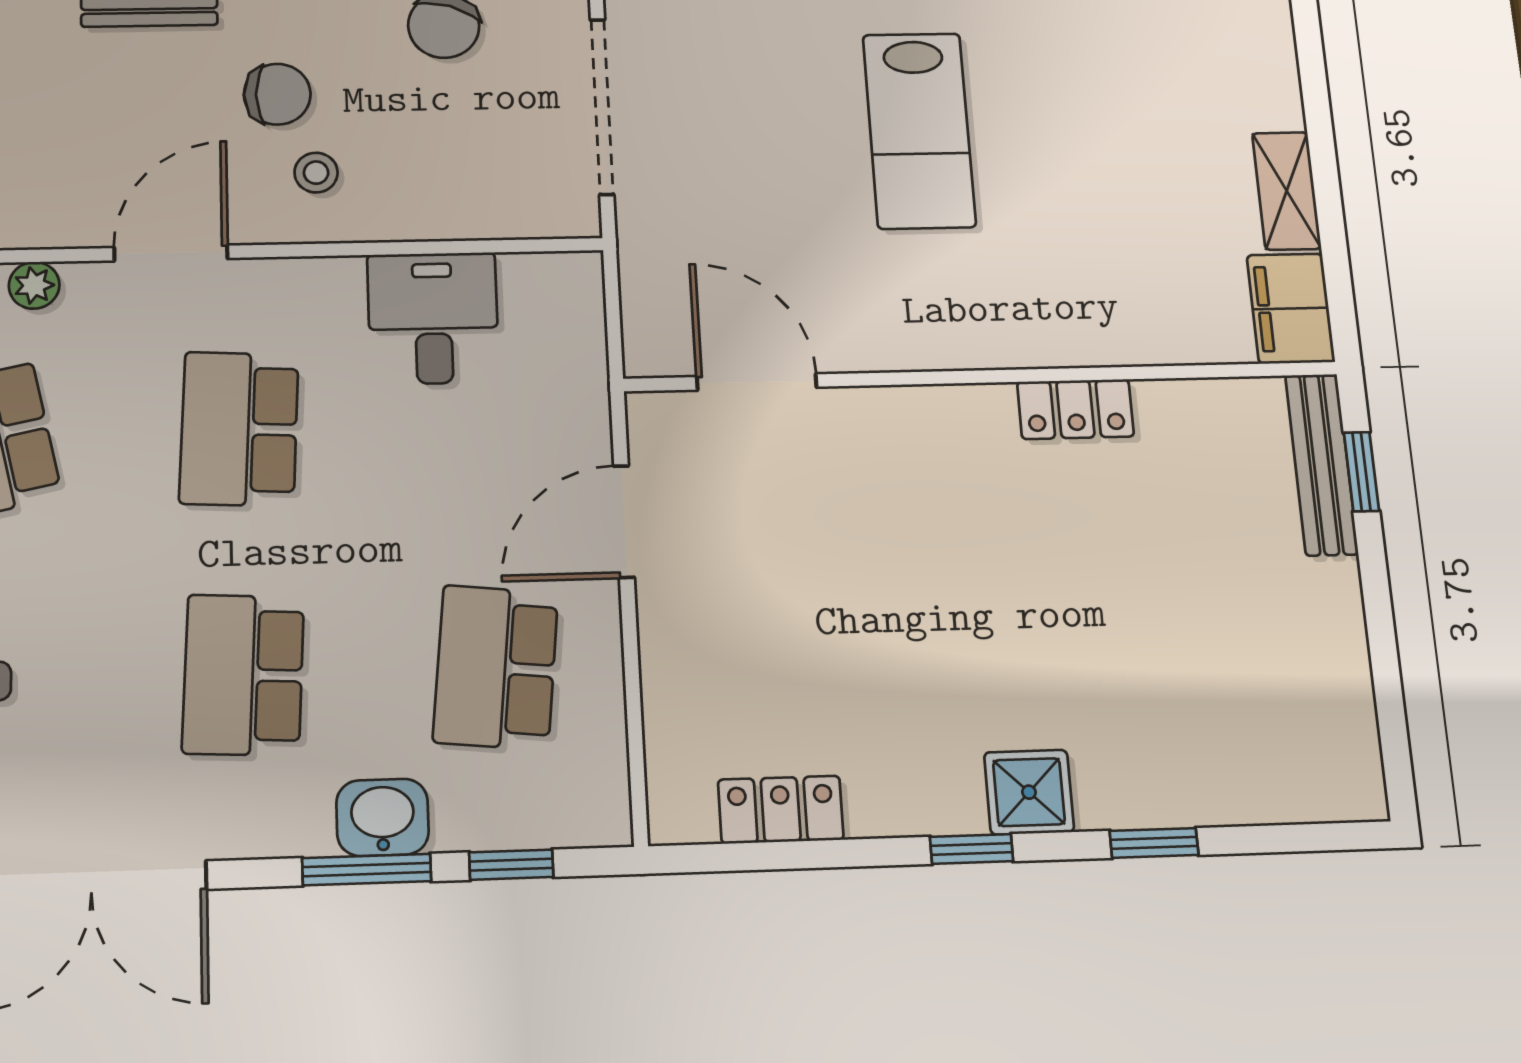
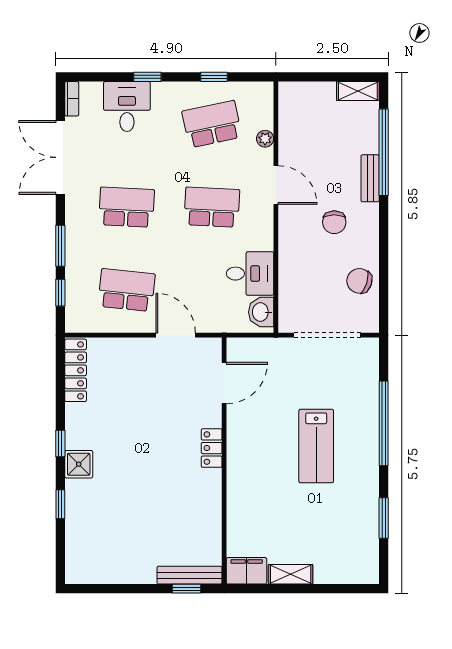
lab bench: (919, 130) -> (316, 446), turned -90
stool: (316, 173) -> (305, 235), removed
locker: (1075, 409) -> (212, 448), moved
locker: (781, 810) -> (76, 370), width x1.53
washbasin: (382, 817) -> (261, 312), moved, turned 180

